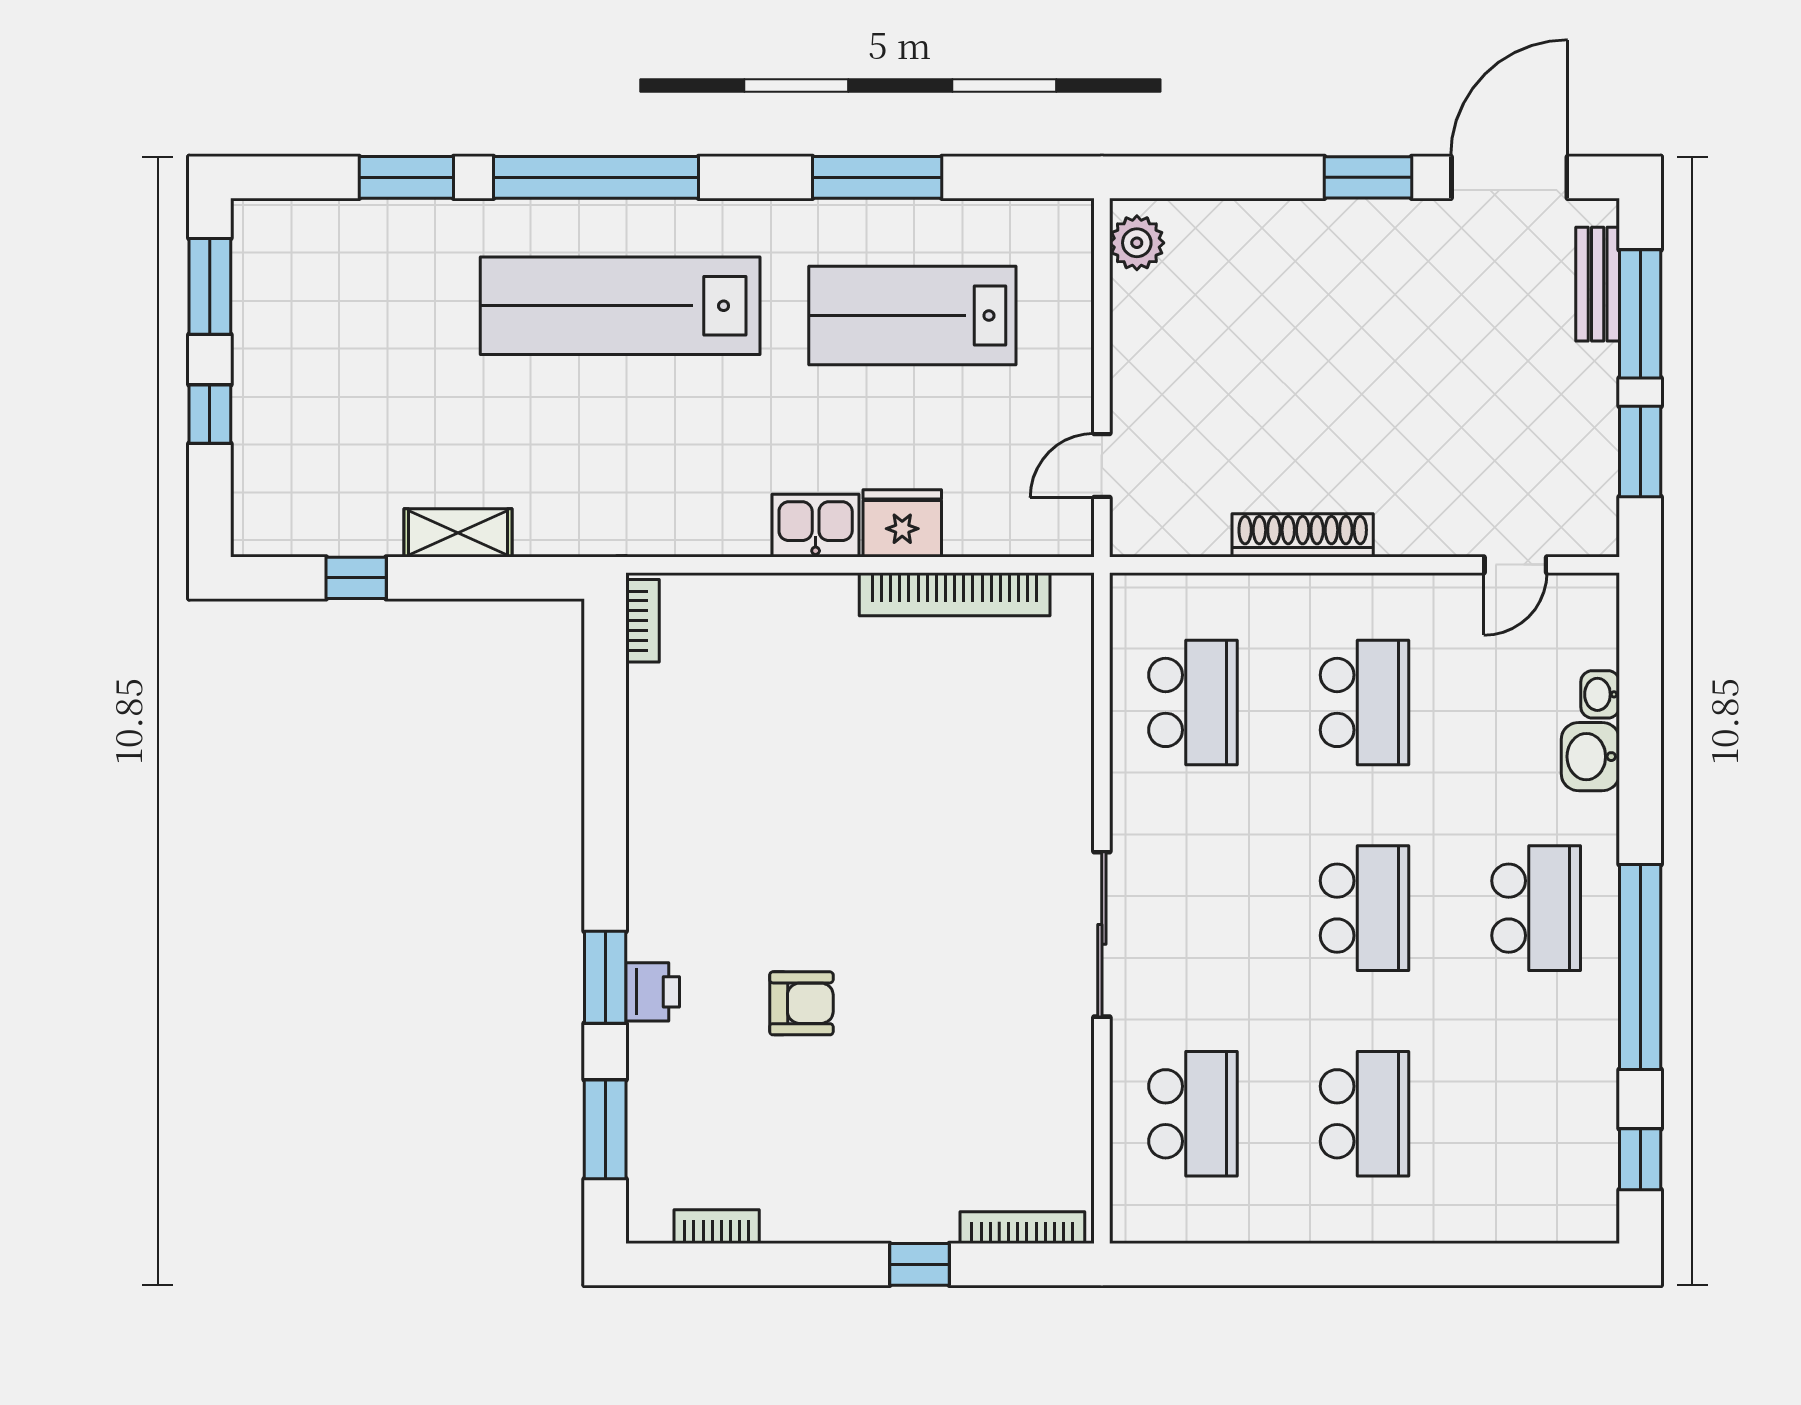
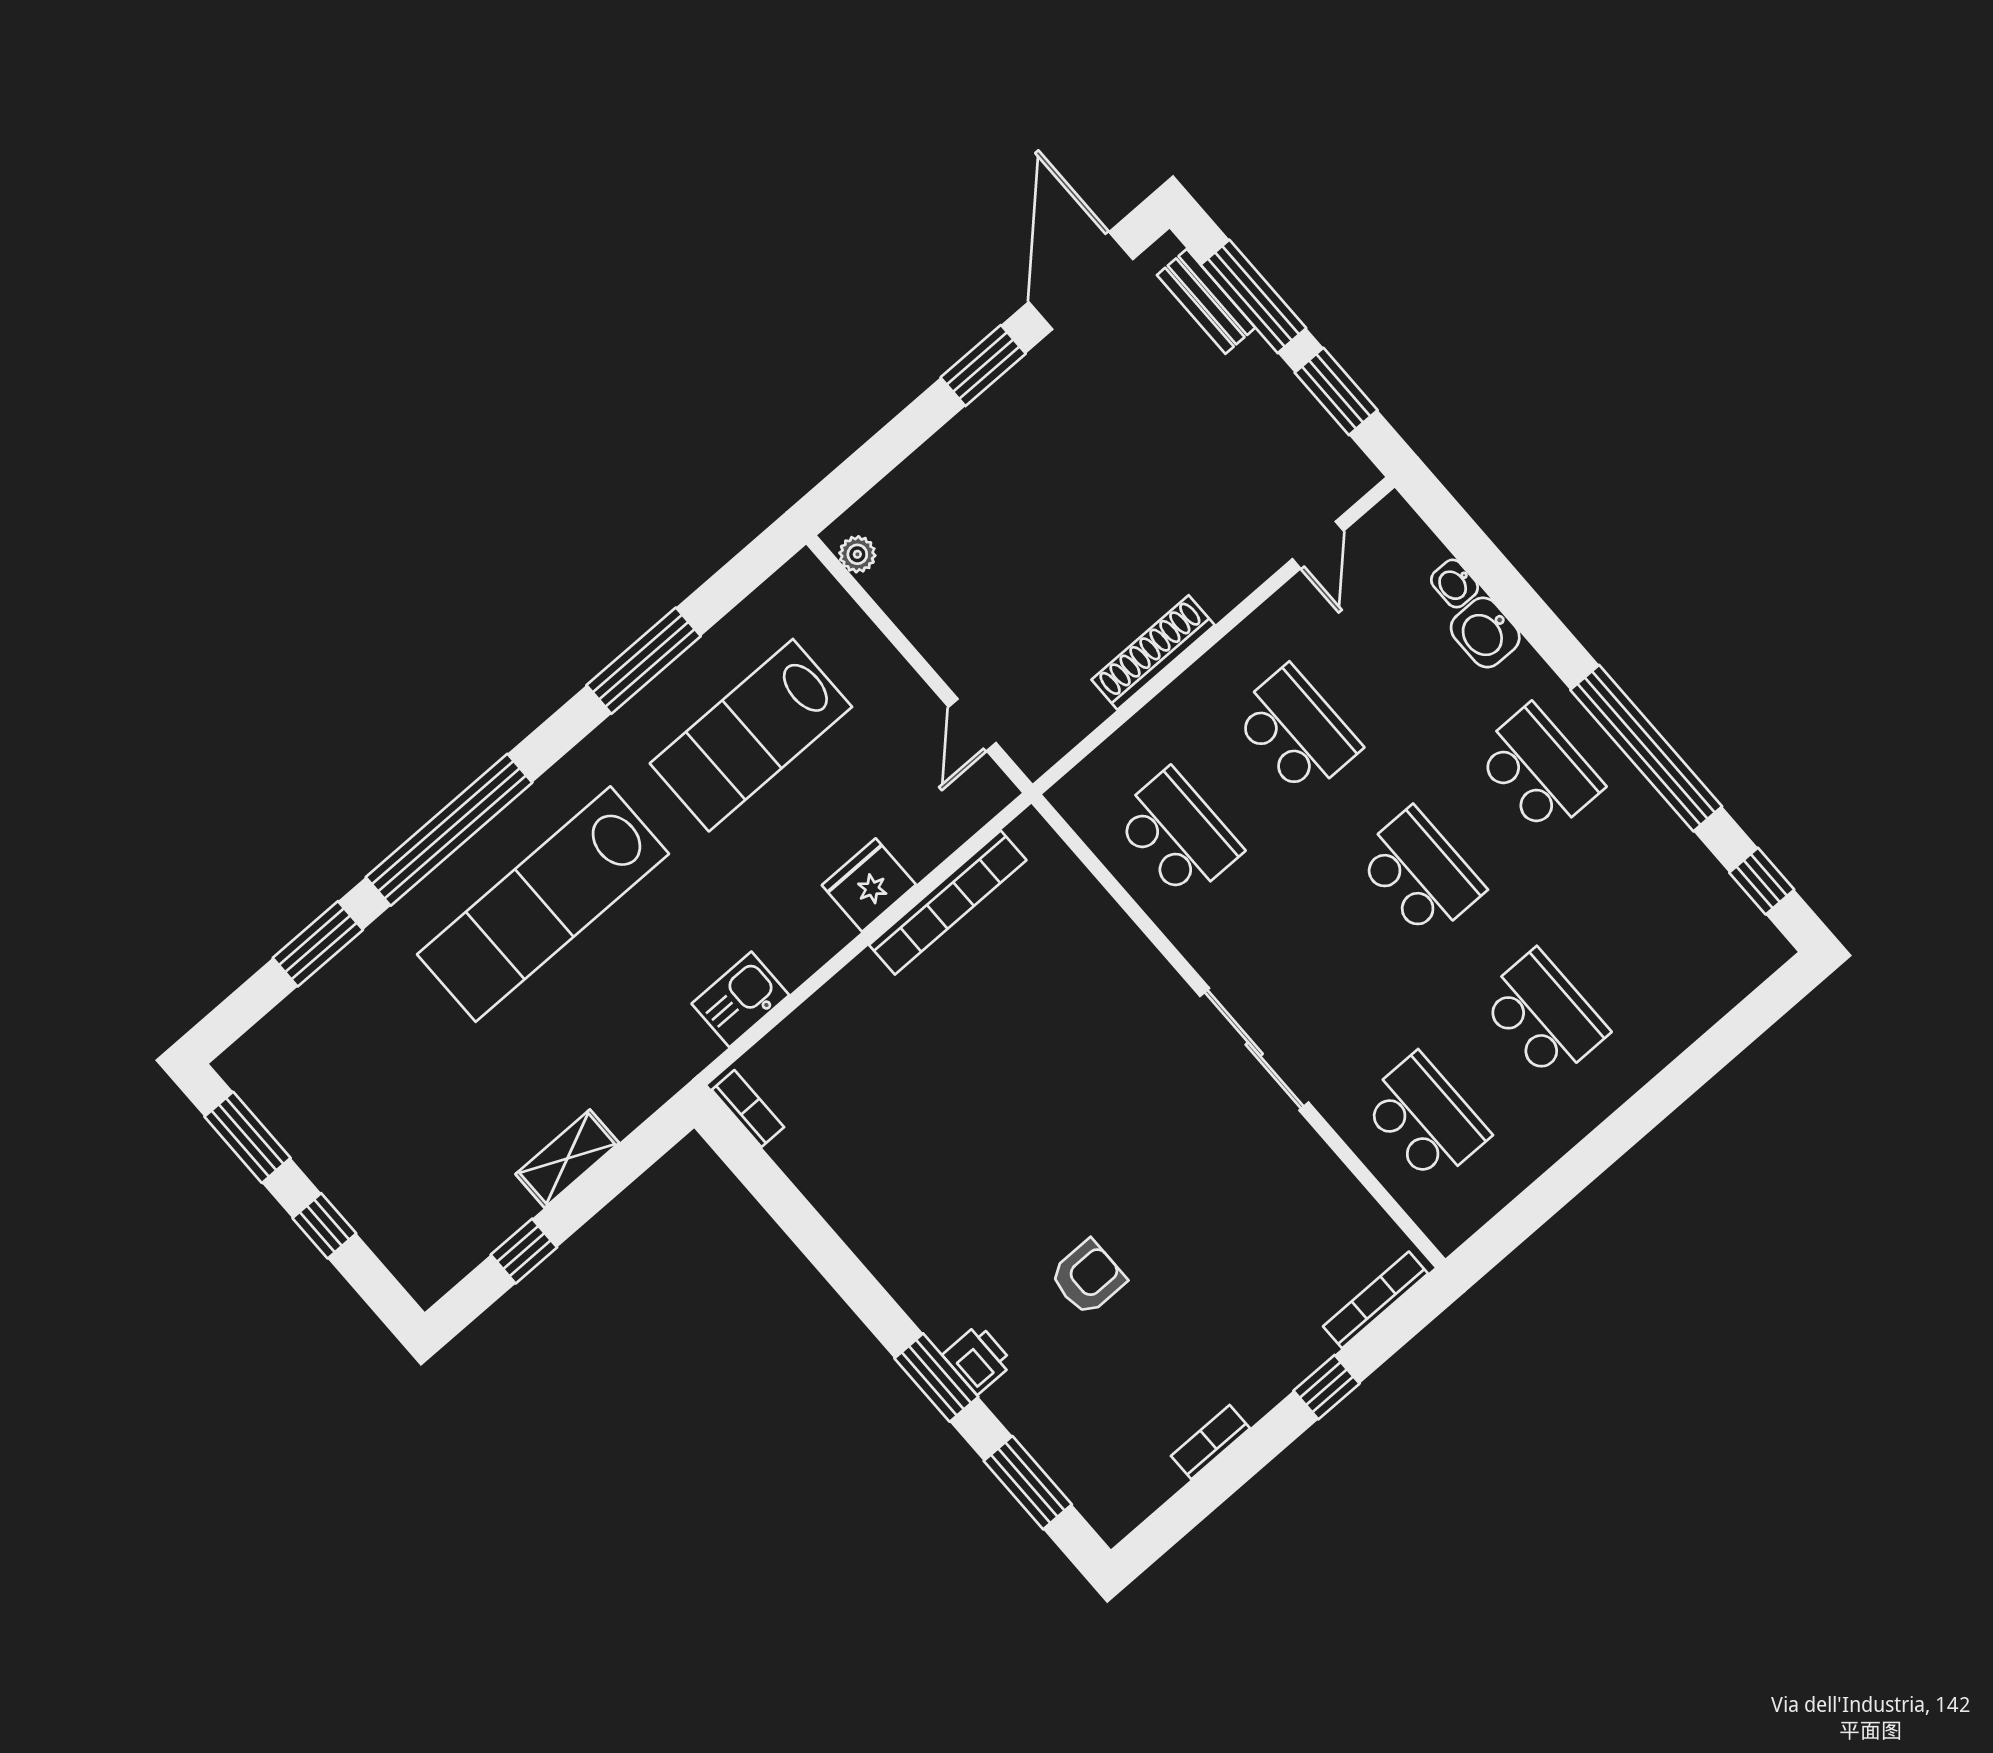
plant: (1137, 243) -> (857, 554), width x0.73, depth x0.73
kitchen sink: (816, 526) -> (740, 999), moved
bookcase: (717, 1227) -> (1210, 1442), moved

